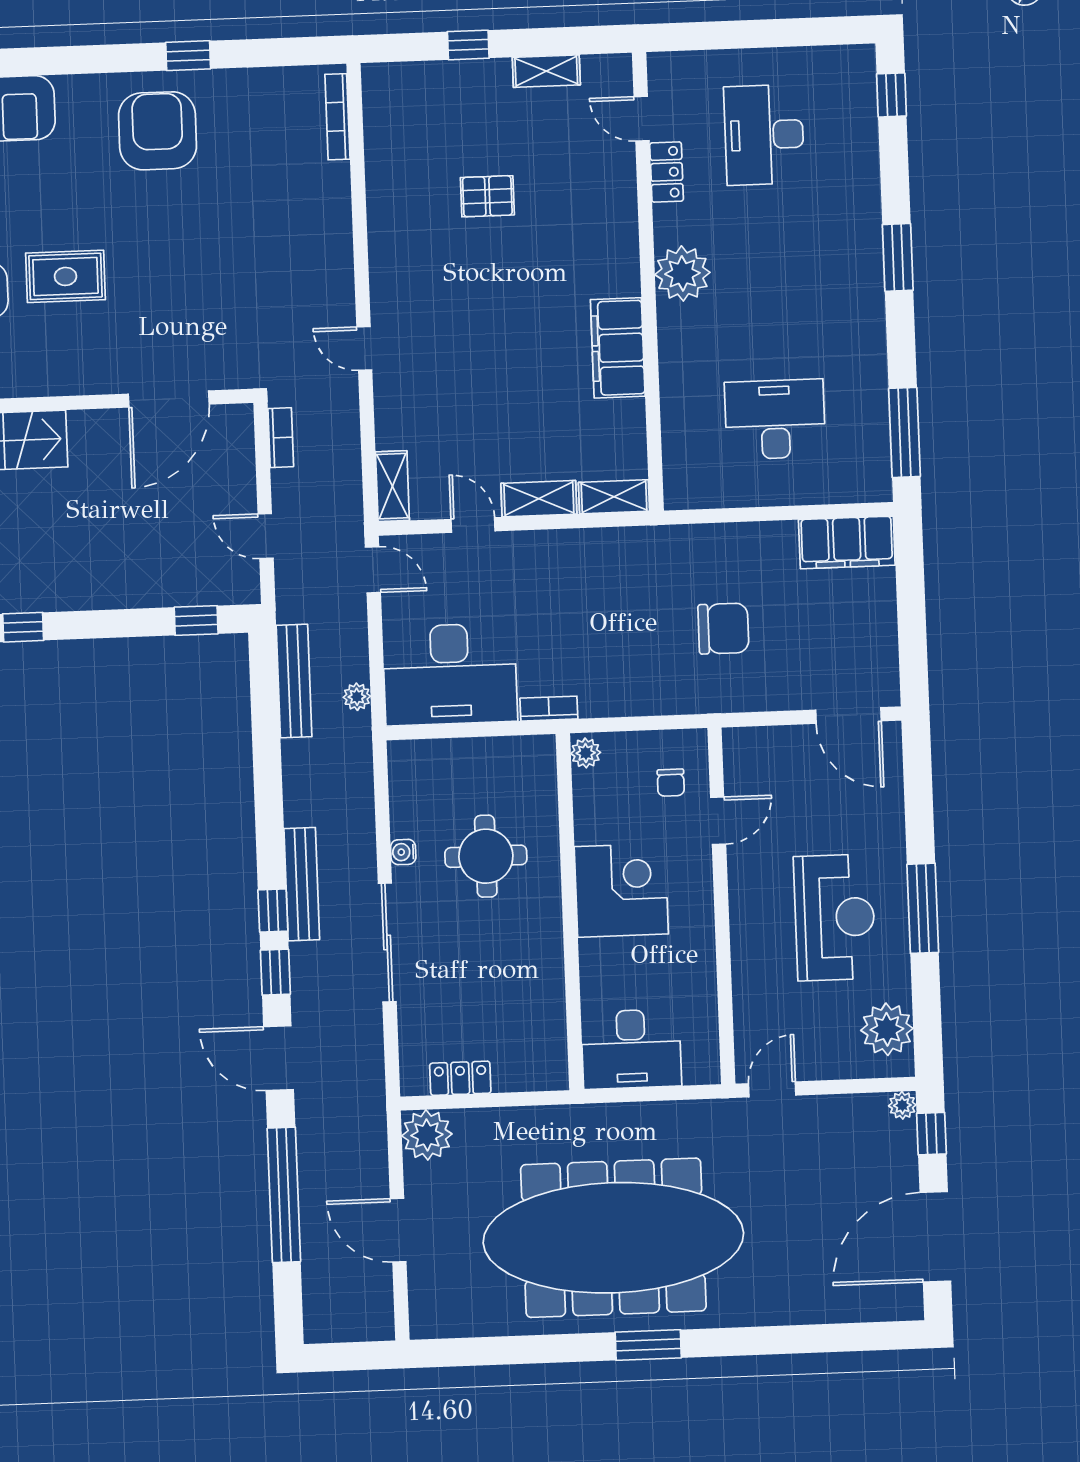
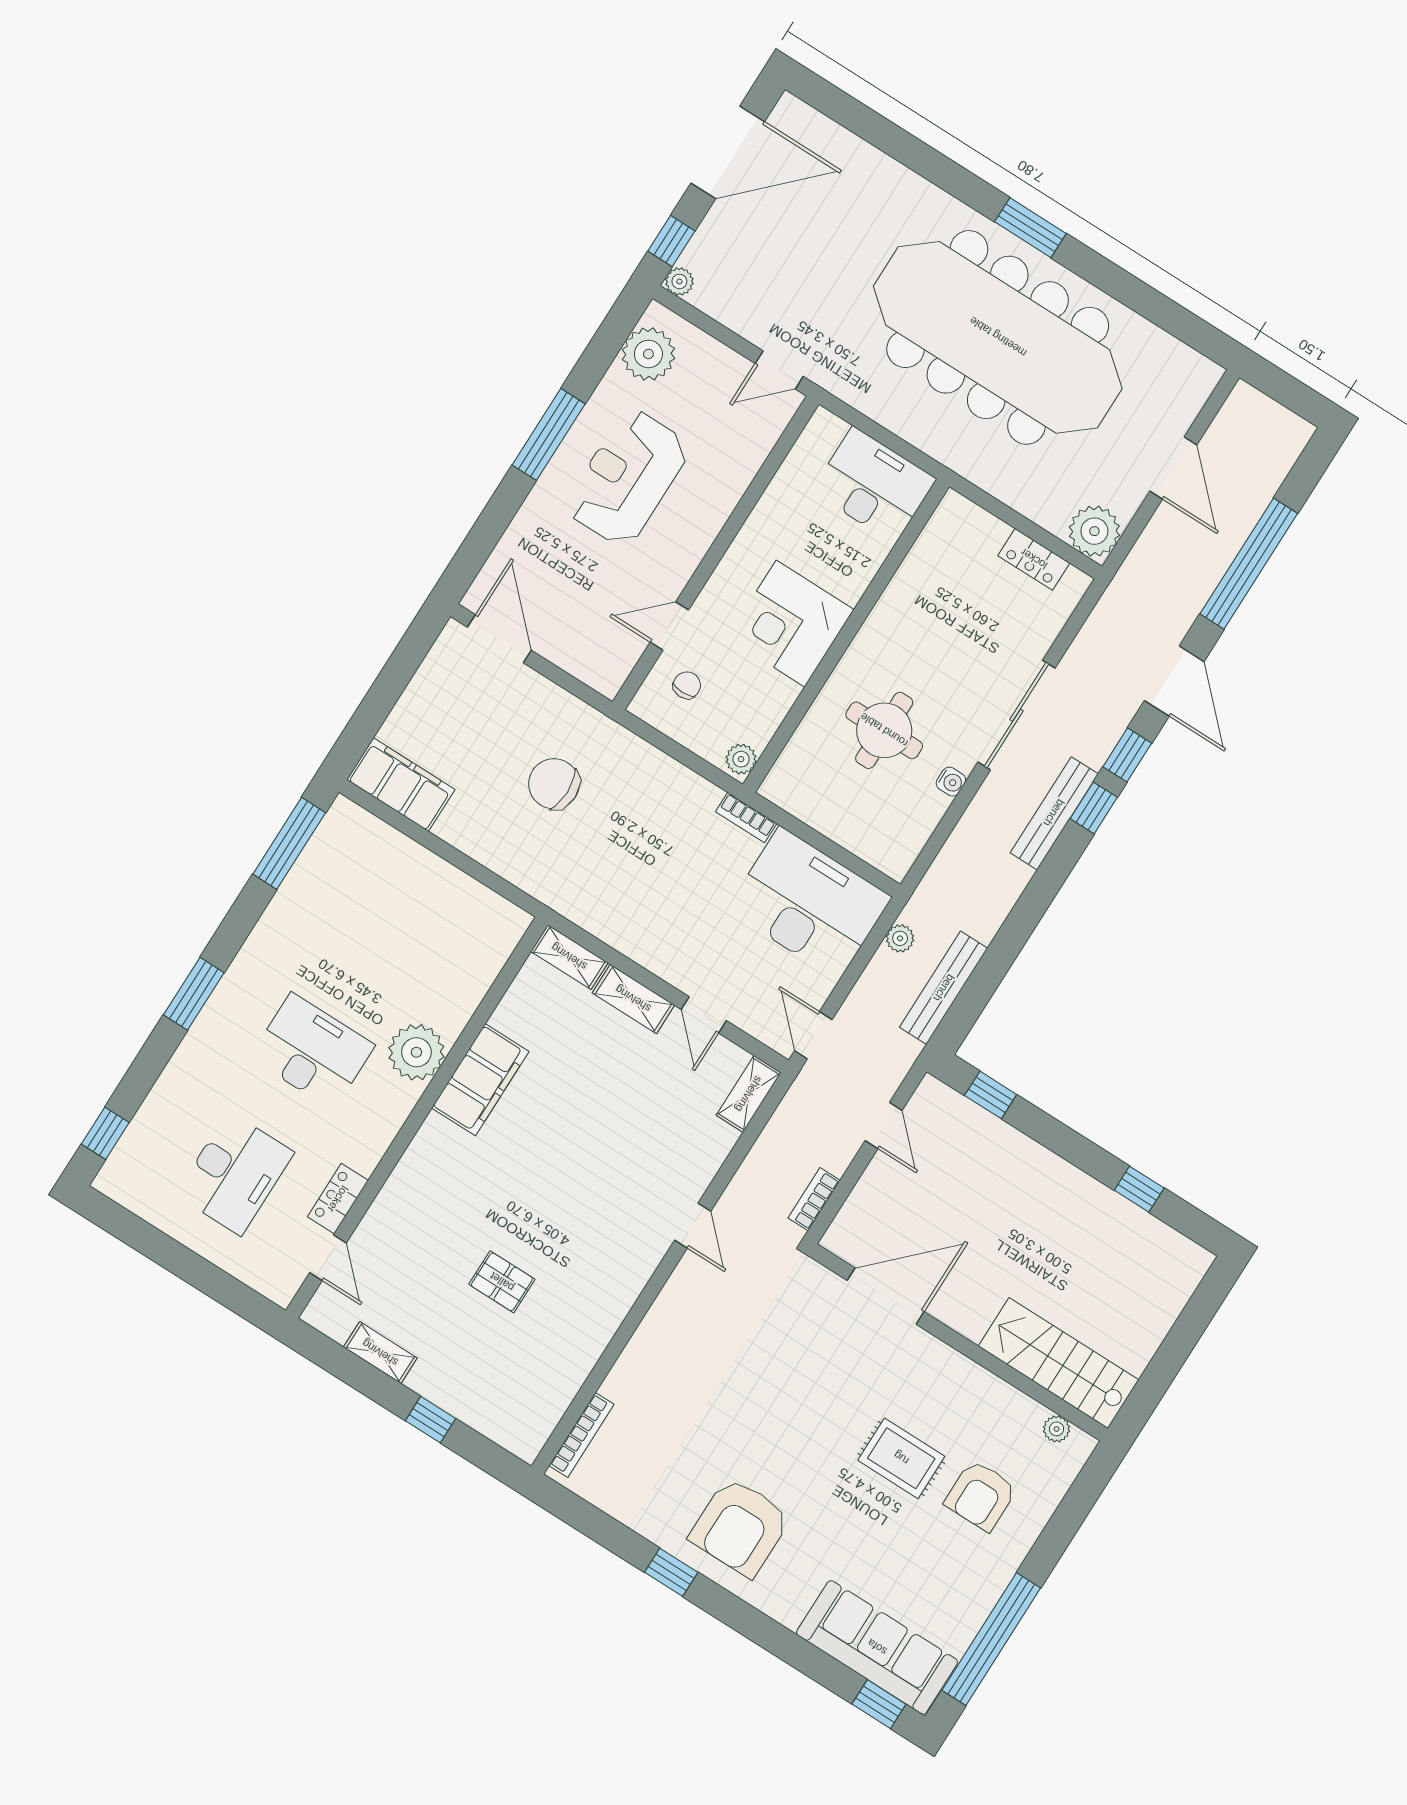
plant: (682, 273) -> (416, 1052), moved
desk: (775, 419) -> (312, 1051), moved, turned 180

